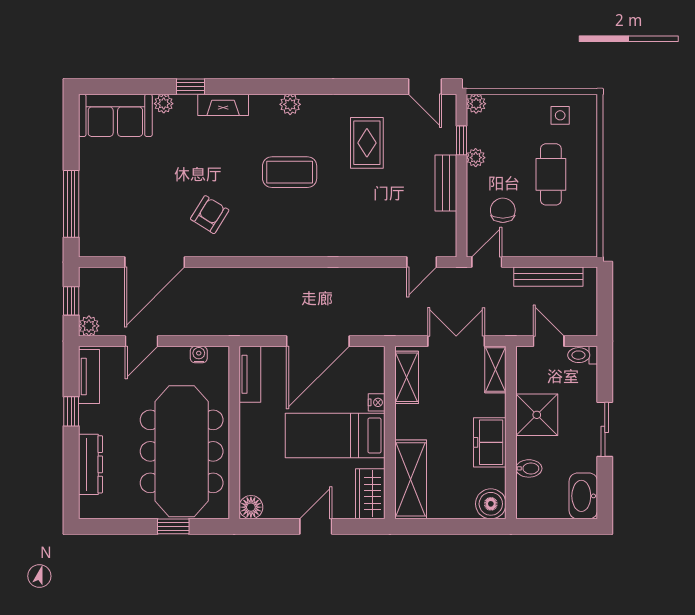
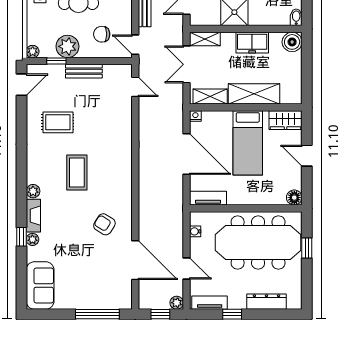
plant: (164, 104) -> (32, 239), moved
plant: (290, 104) -> (33, 191), moved
plant: (476, 158) -> (67, 46), width x1.88, depth x1.88
nightstand: (377, 402) -> (195, 116), moved
bidet: (529, 468) -> (296, 17), moved
shelving: (411, 479) -> (254, 94), moved

